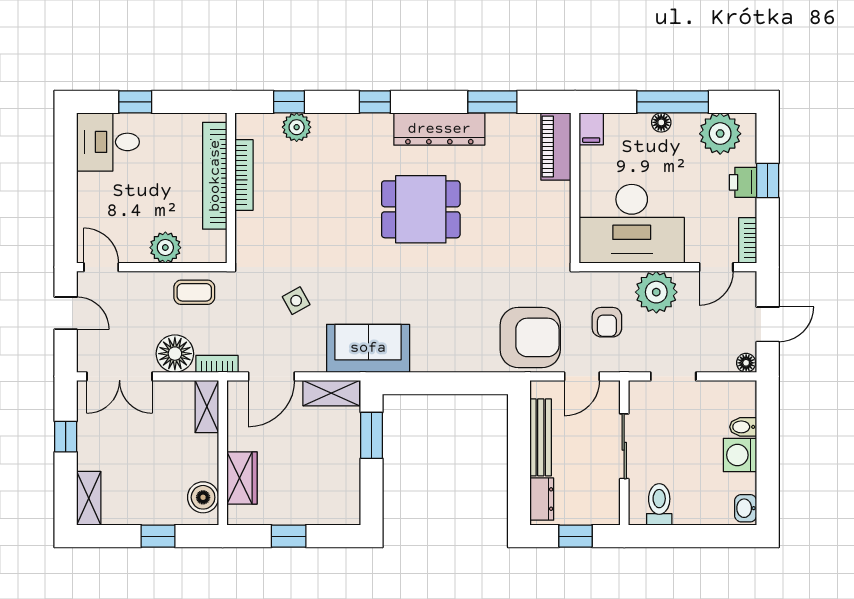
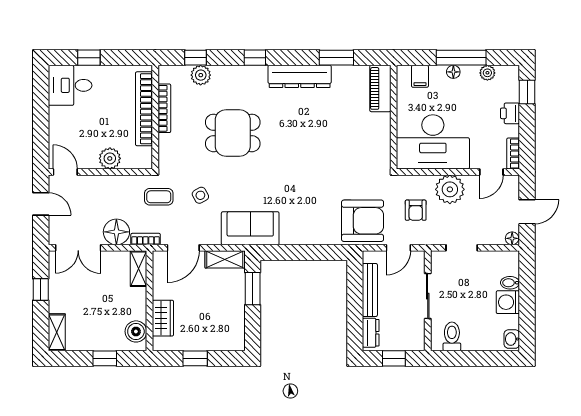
filing cabinet: (591, 129) -> (420, 76), moved
plant: (720, 134) -> (487, 73), width x0.53, depth x0.53
window: (768, 181) -> (527, 92), moved
dining table: (421, 209) -> (233, 133), moved
coffee table: (194, 292) -> (159, 197), moved

